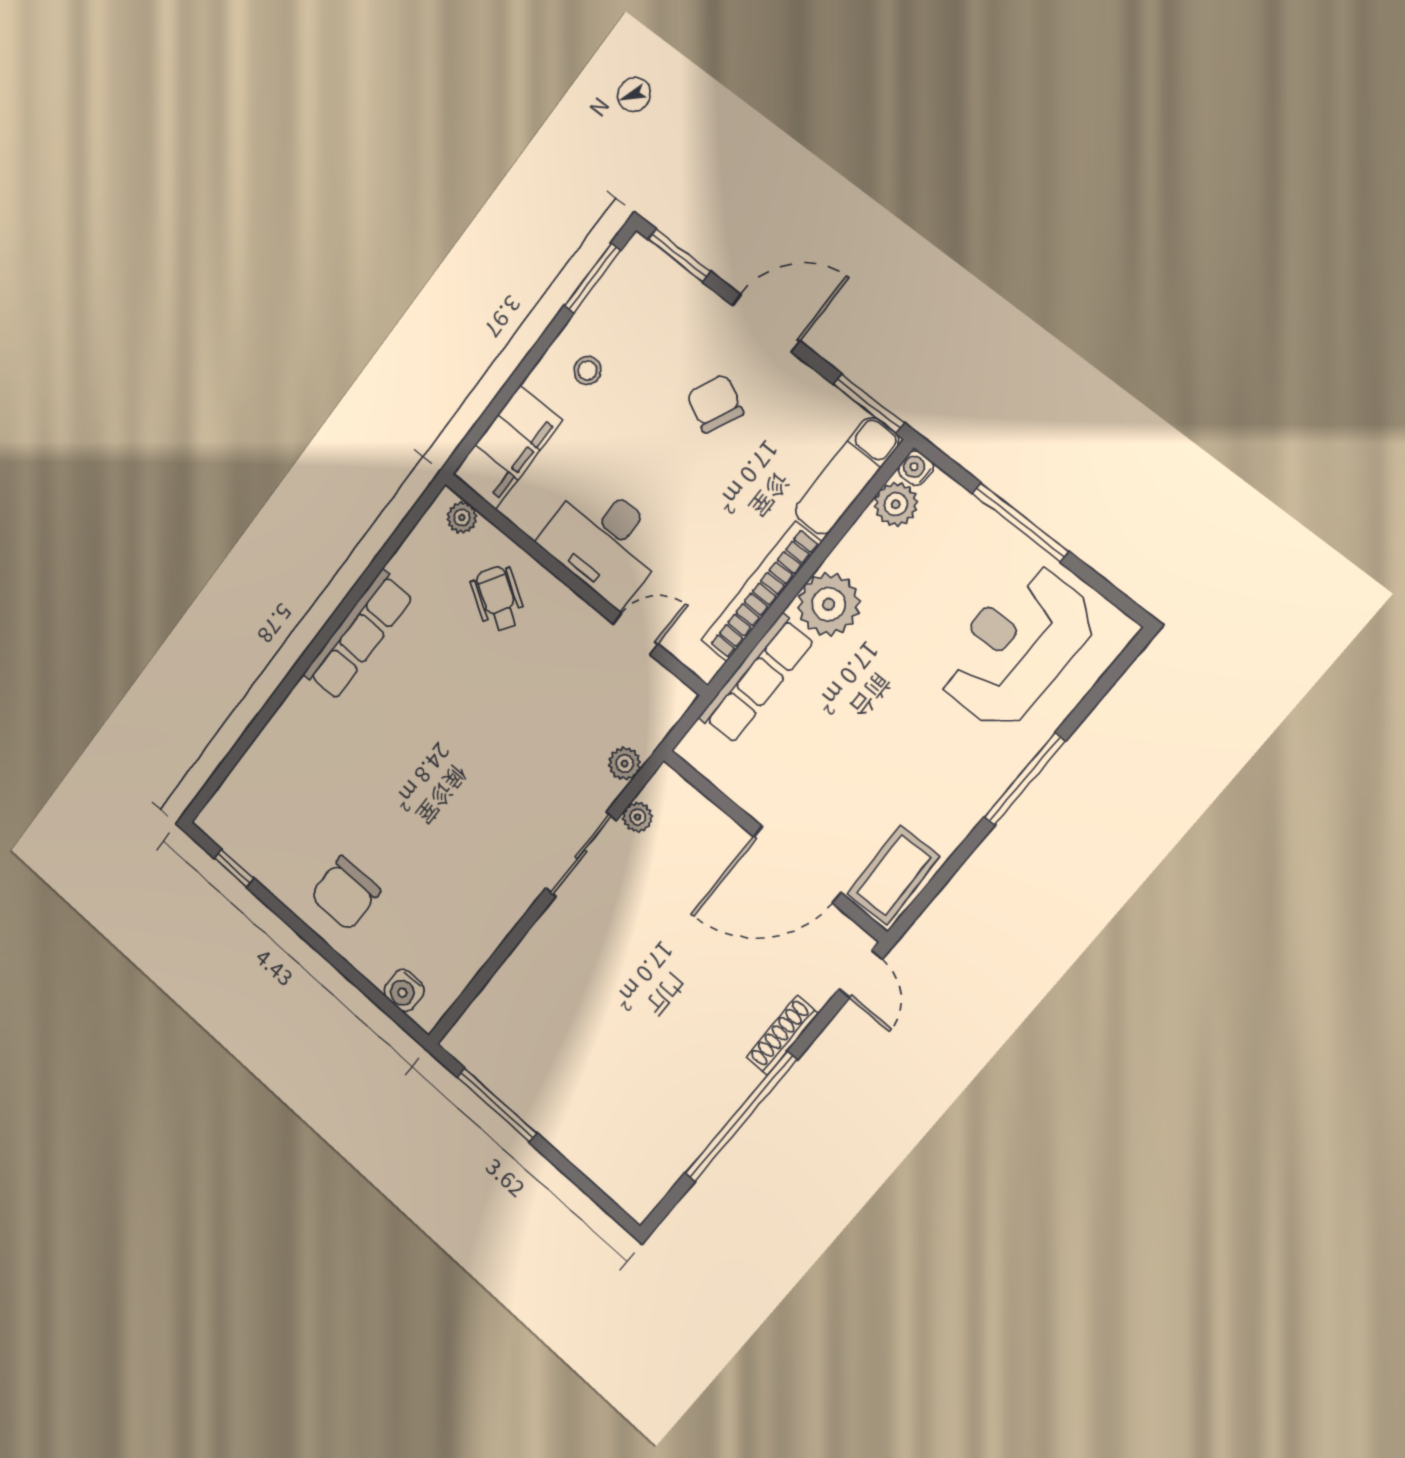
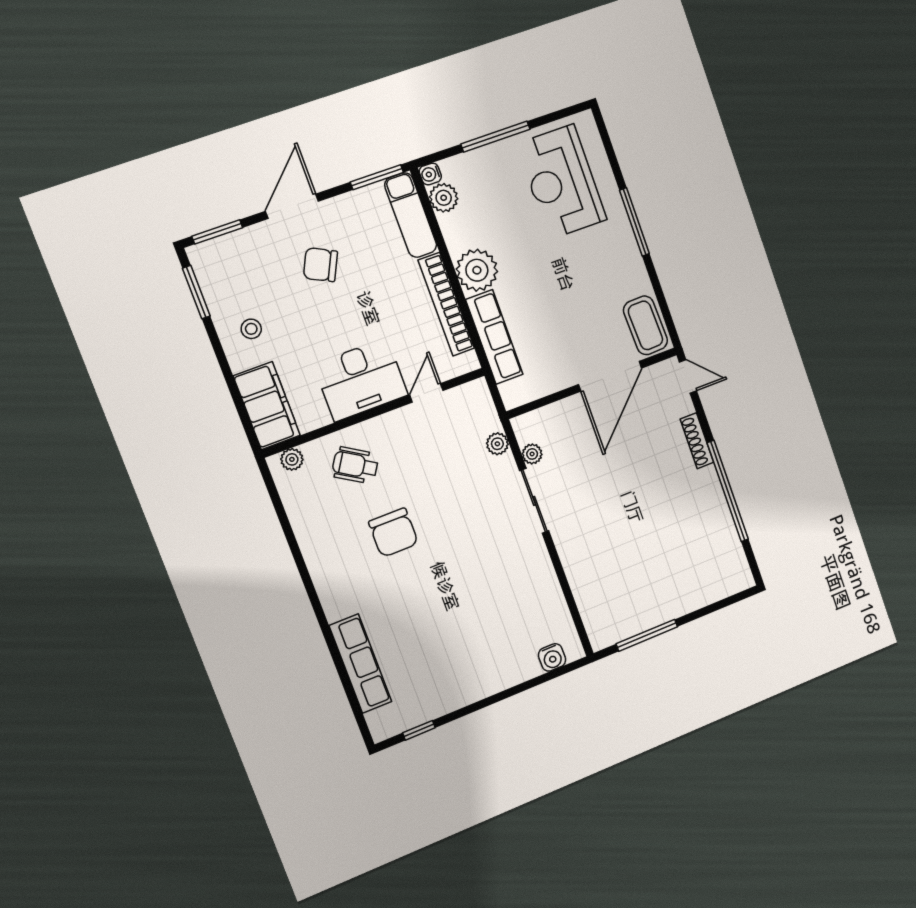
row of seats: (358, 635) -> (360, 664), moved
chair: (345, 893) -> (393, 533), moved

